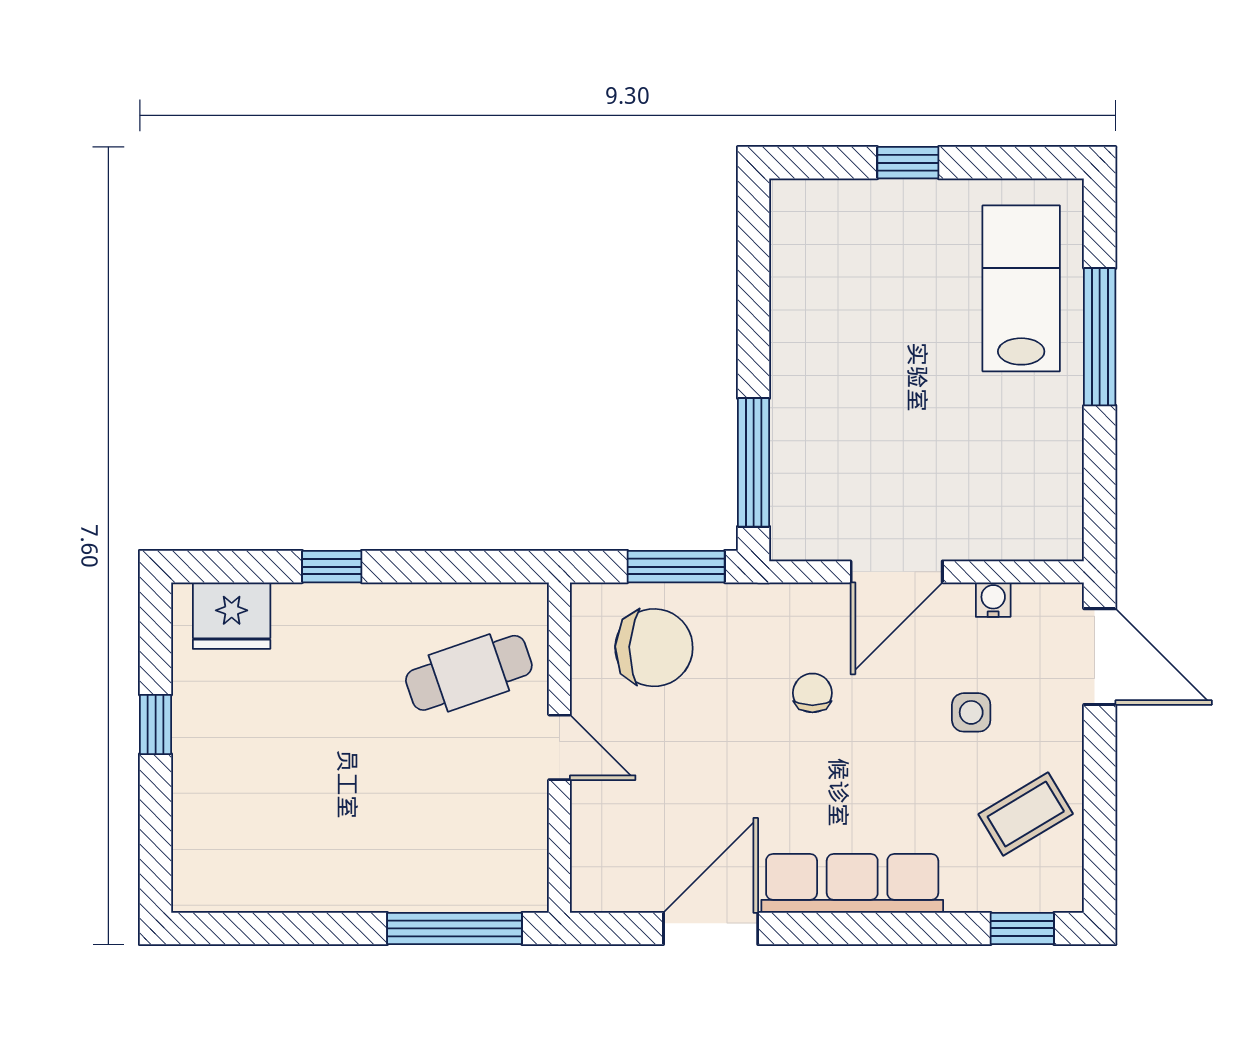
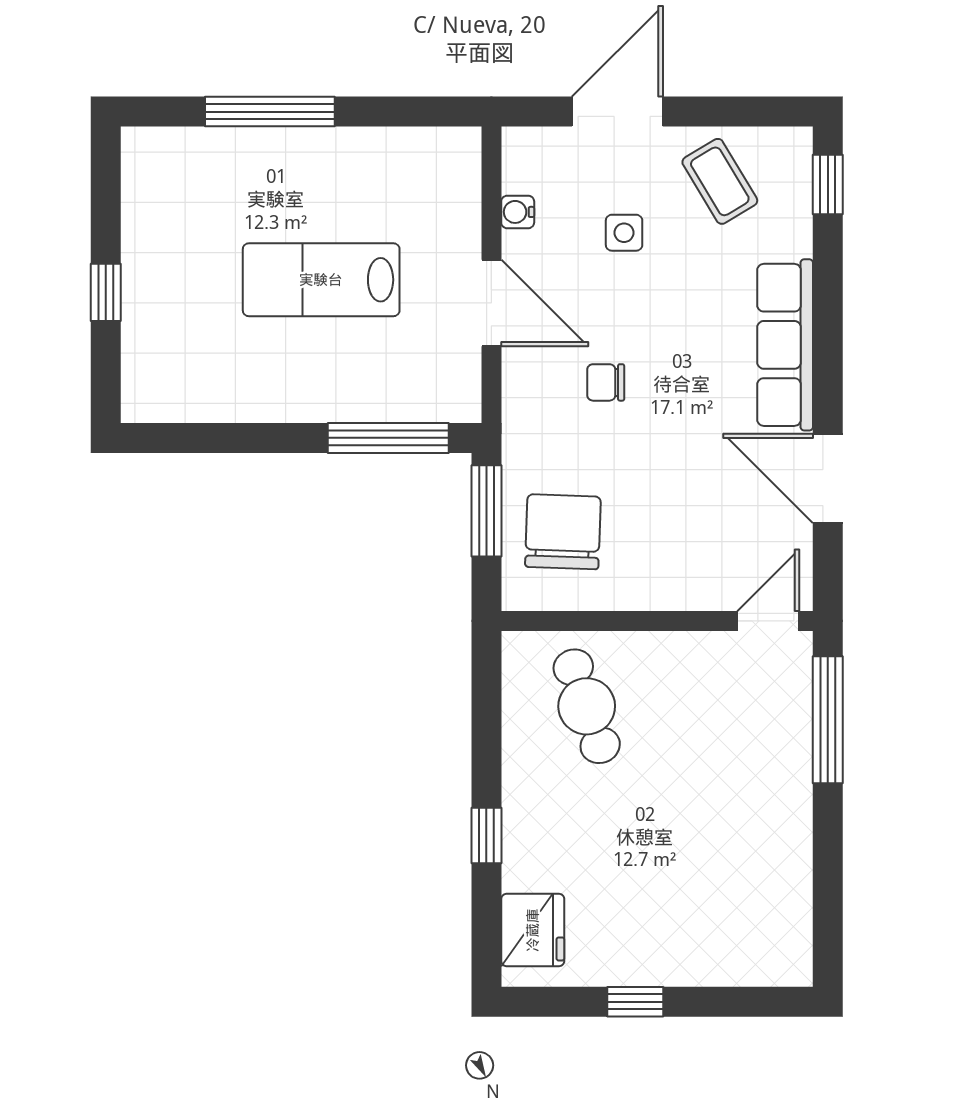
lab bench: (1021, 288) -> (321, 280), moved
door: (1100, 657) -> (617, 112), moved
door: (559, 747) -> (768, 621), moved

